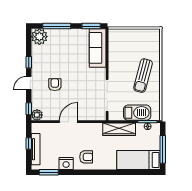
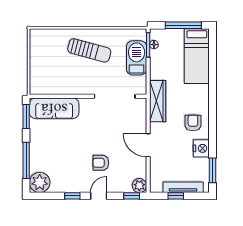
door: (29, 83) -> (99, 196), swing flipped
wardrobe: (119, 129) -> (158, 101), moved

